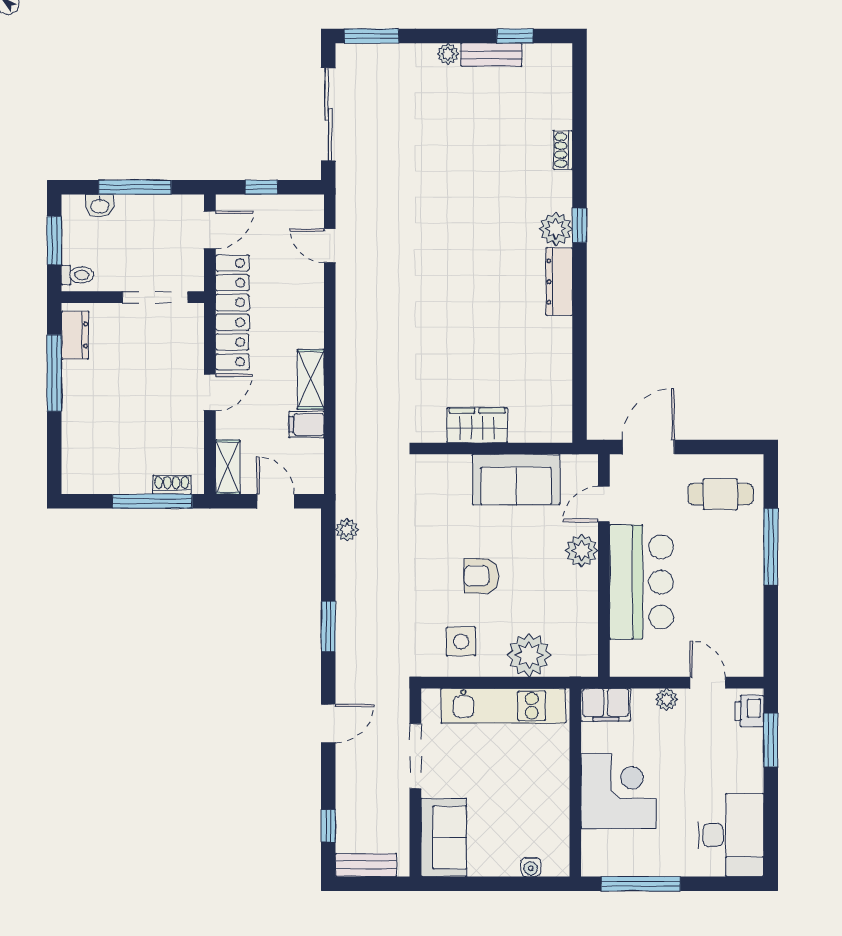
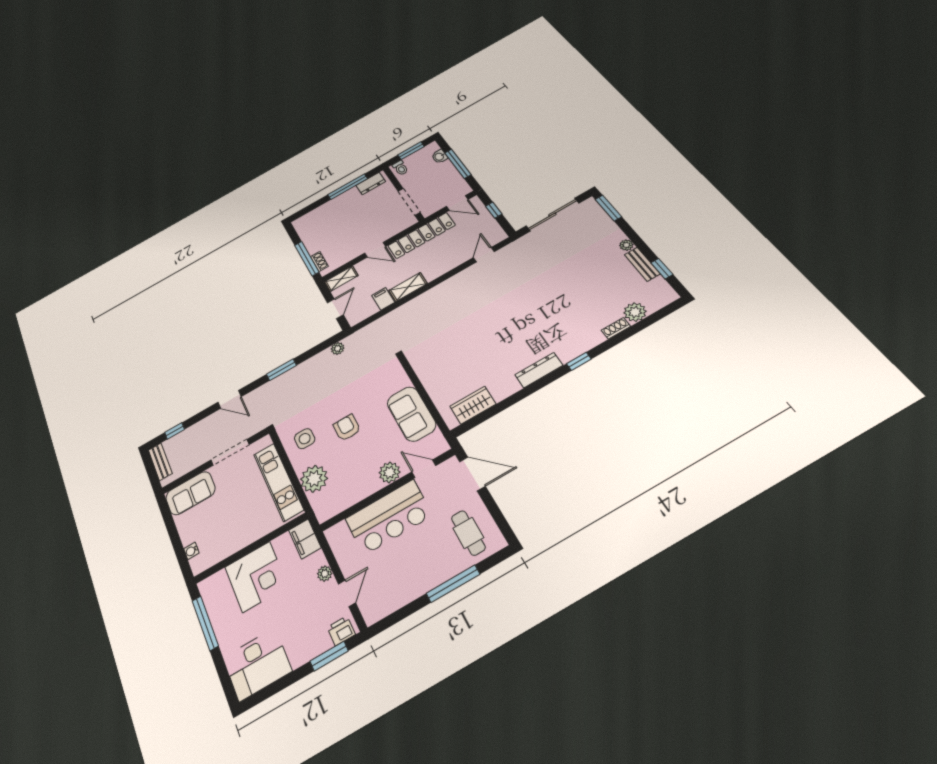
plant: (556, 229) -> (635, 312), moved
wardrobe: (477, 425) -> (473, 405), moved, turned -90

